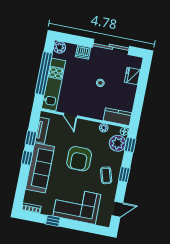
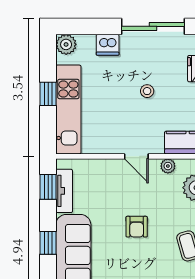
window: (44, 73) -> (48, 94), width x0.32
door: (70, 115) -> (136, 156), moved
window: (31, 138) -> (48, 187), moved
armchair: (79, 159) -> (137, 227), width x0.53, depth x0.53

